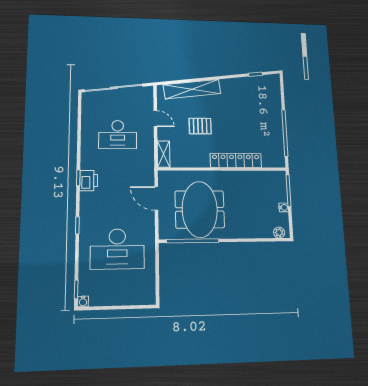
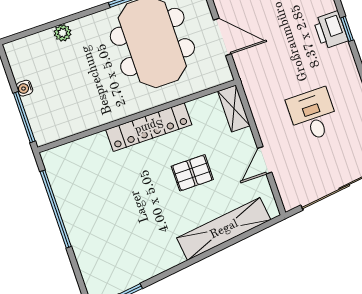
door: (155, 119) -> (265, 160), hinge flipped
desk: (118, 134) -> (313, 115), width x0.73
locker: (236, 160) -> (149, 127), moved
plant: (279, 233) -> (63, 33), moved

